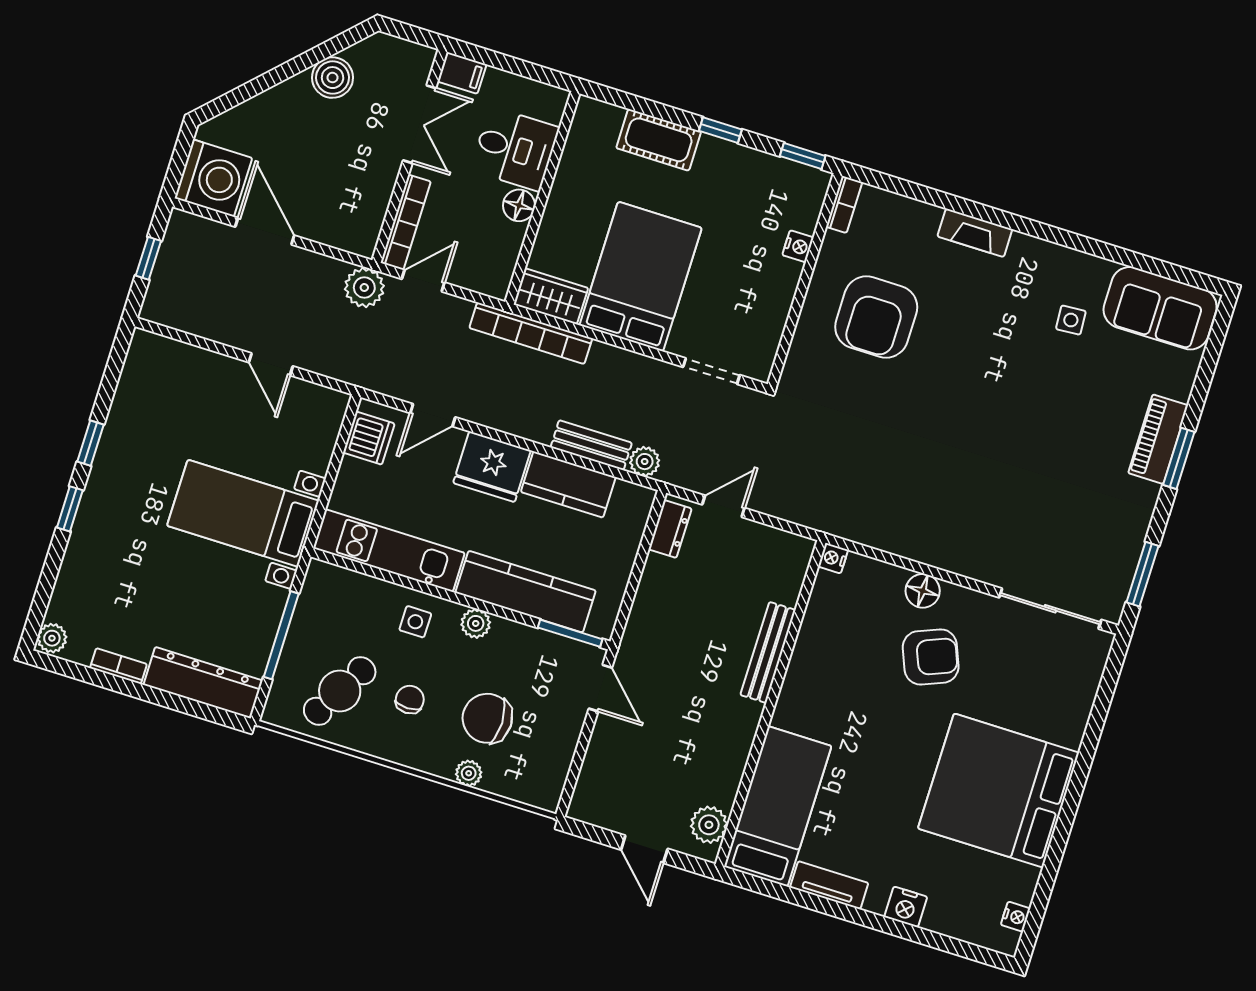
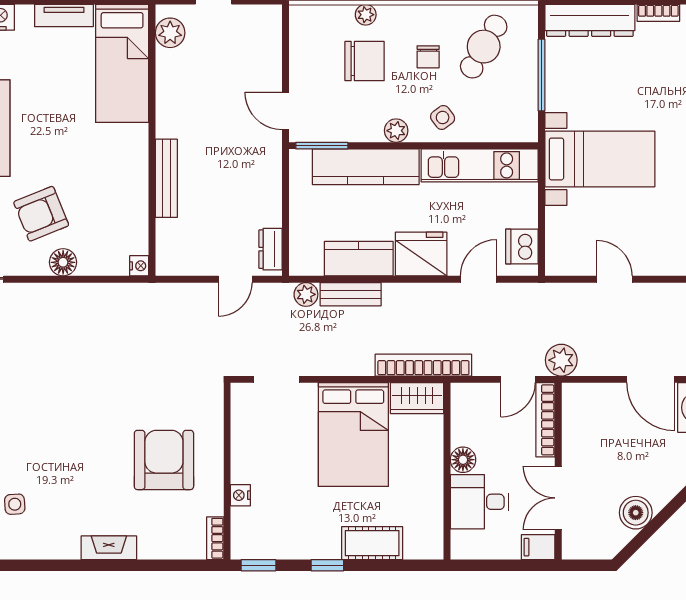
side table: (415, 622) -> (443, 117), turned -37

